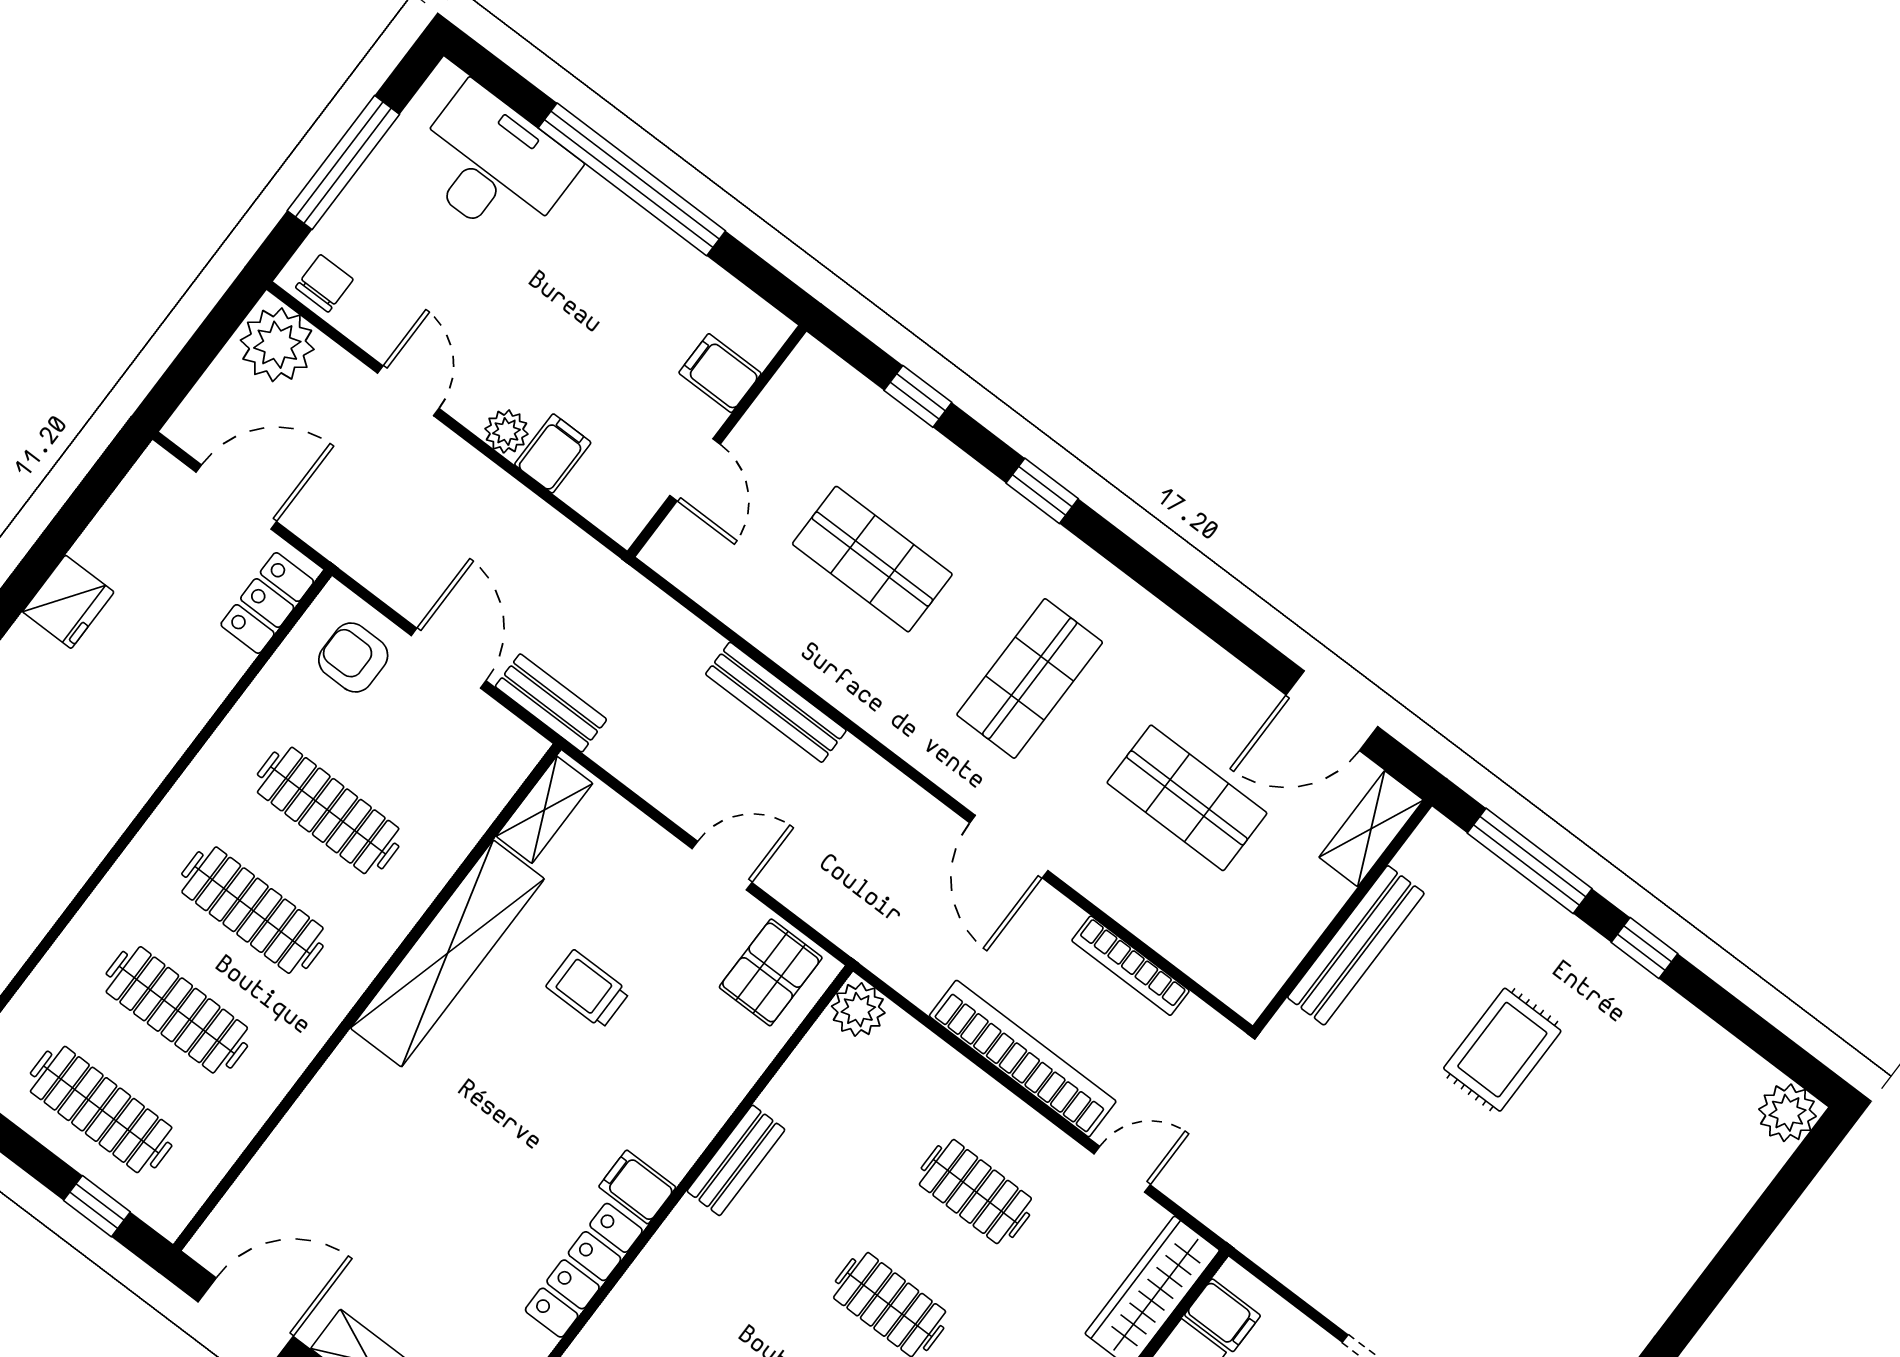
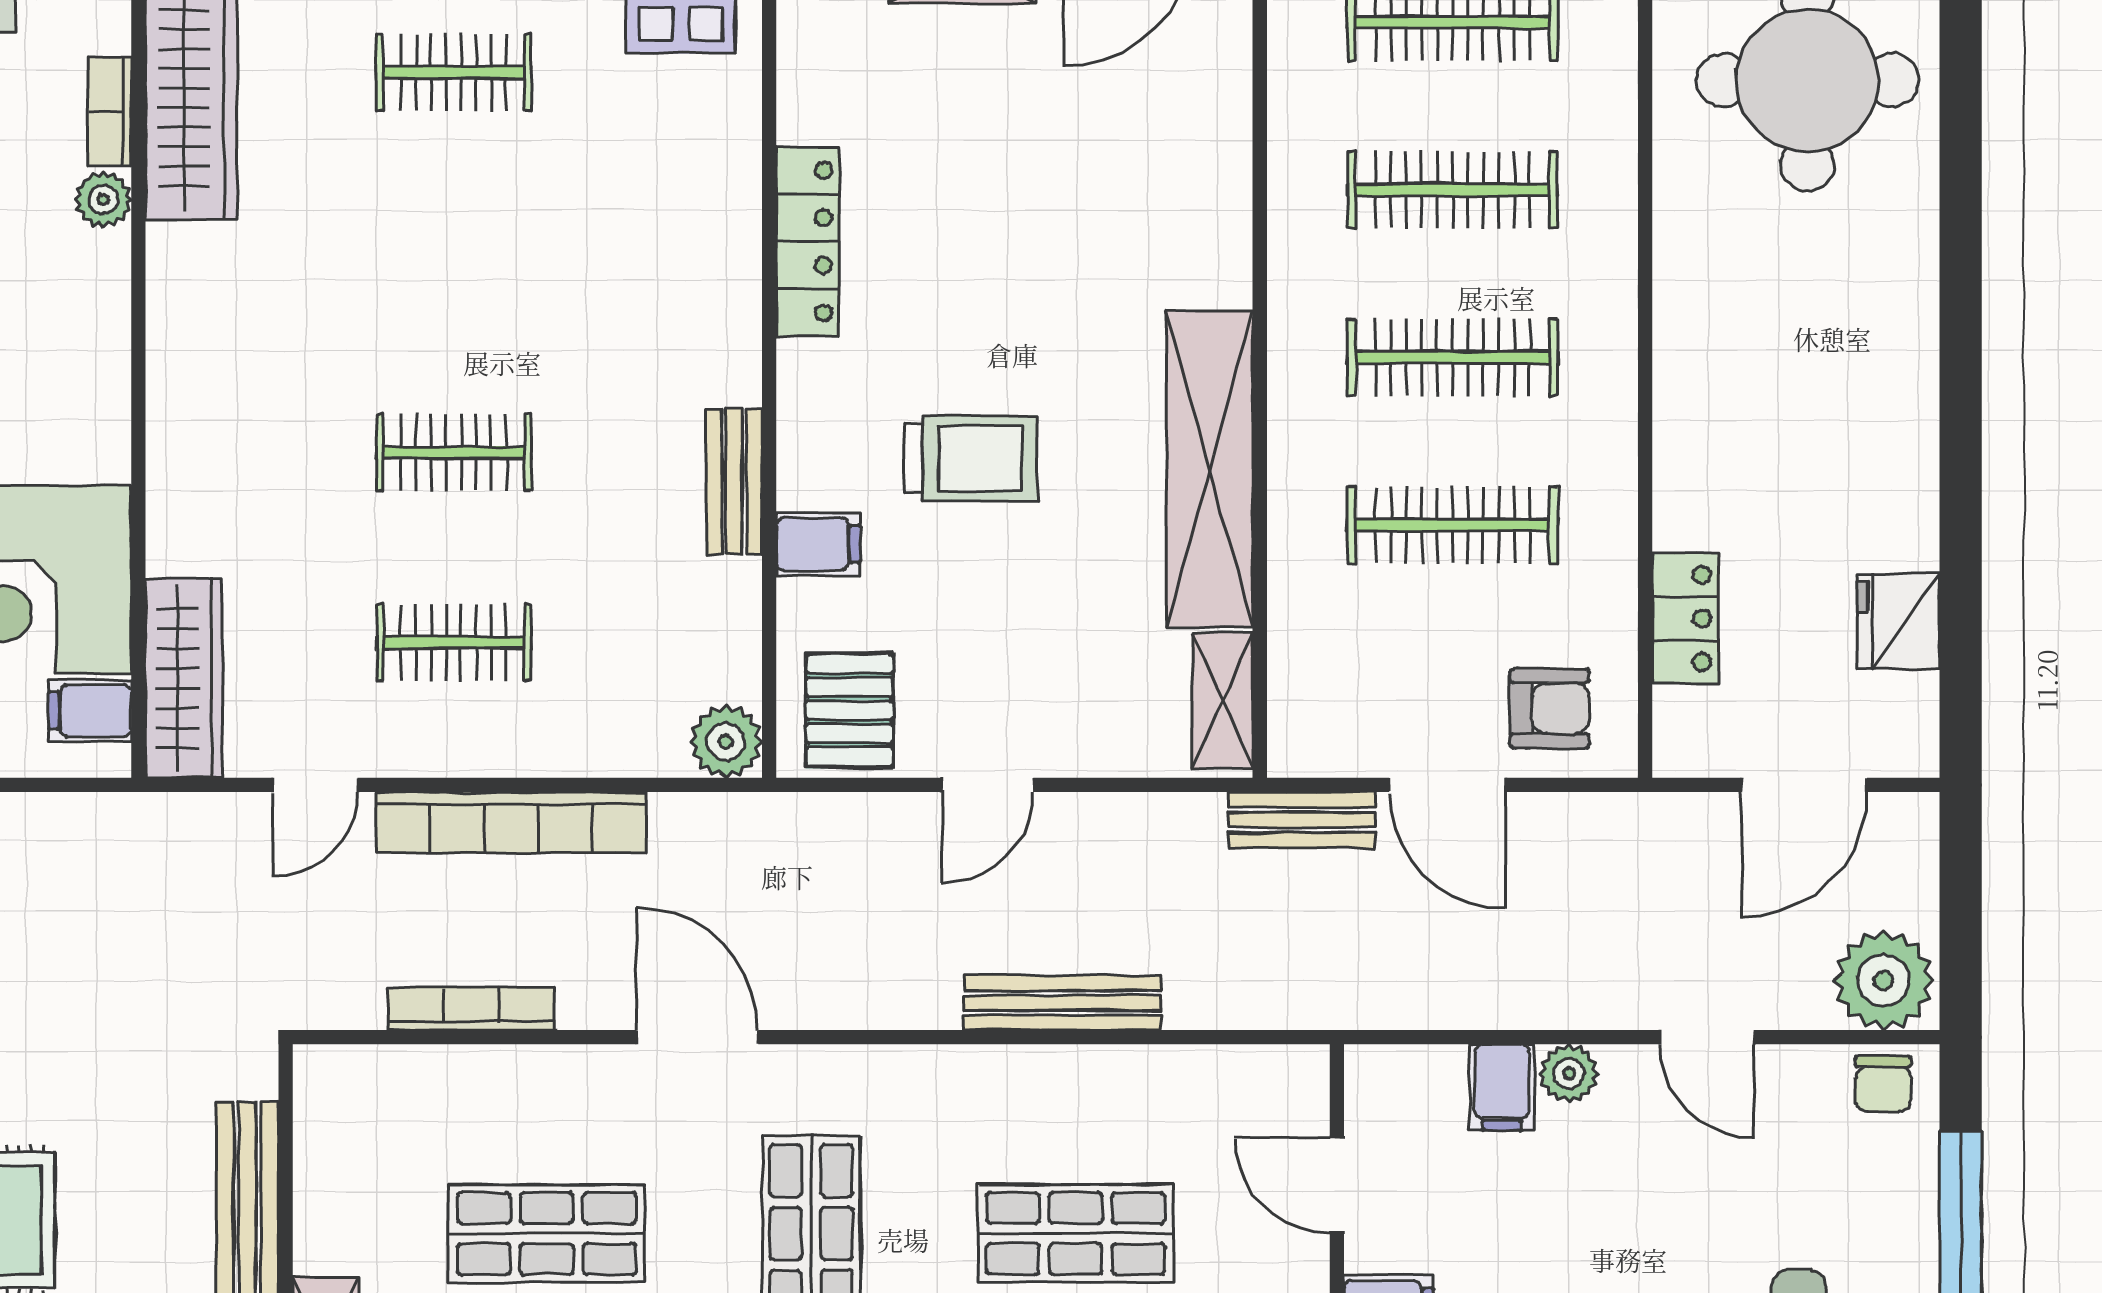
fridge: (68, 602) -> (1898, 621), moved
locker: (267, 603) -> (1685, 618), moved
trolley: (588, 989) -> (971, 458), moved, width x1.36, depth x1.39
filing cabinet: (637, 1187) -> (818, 544), moved

